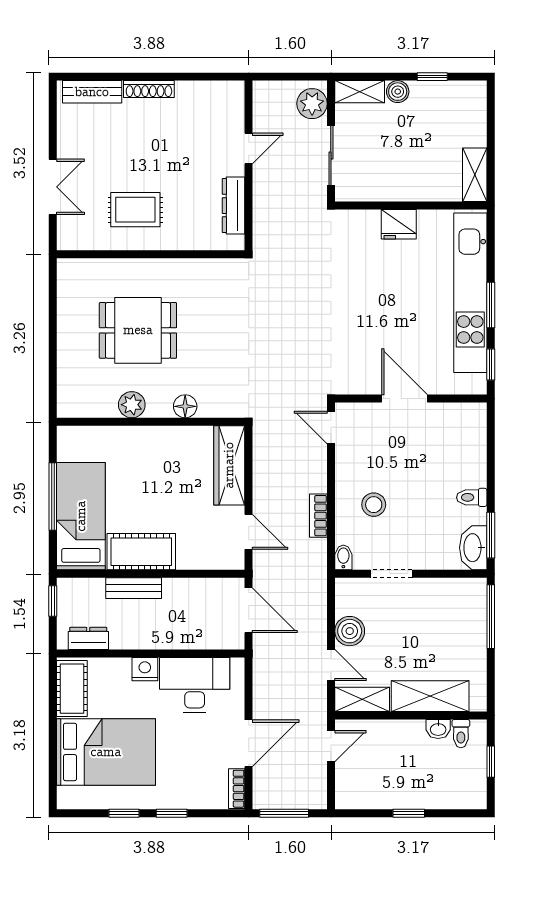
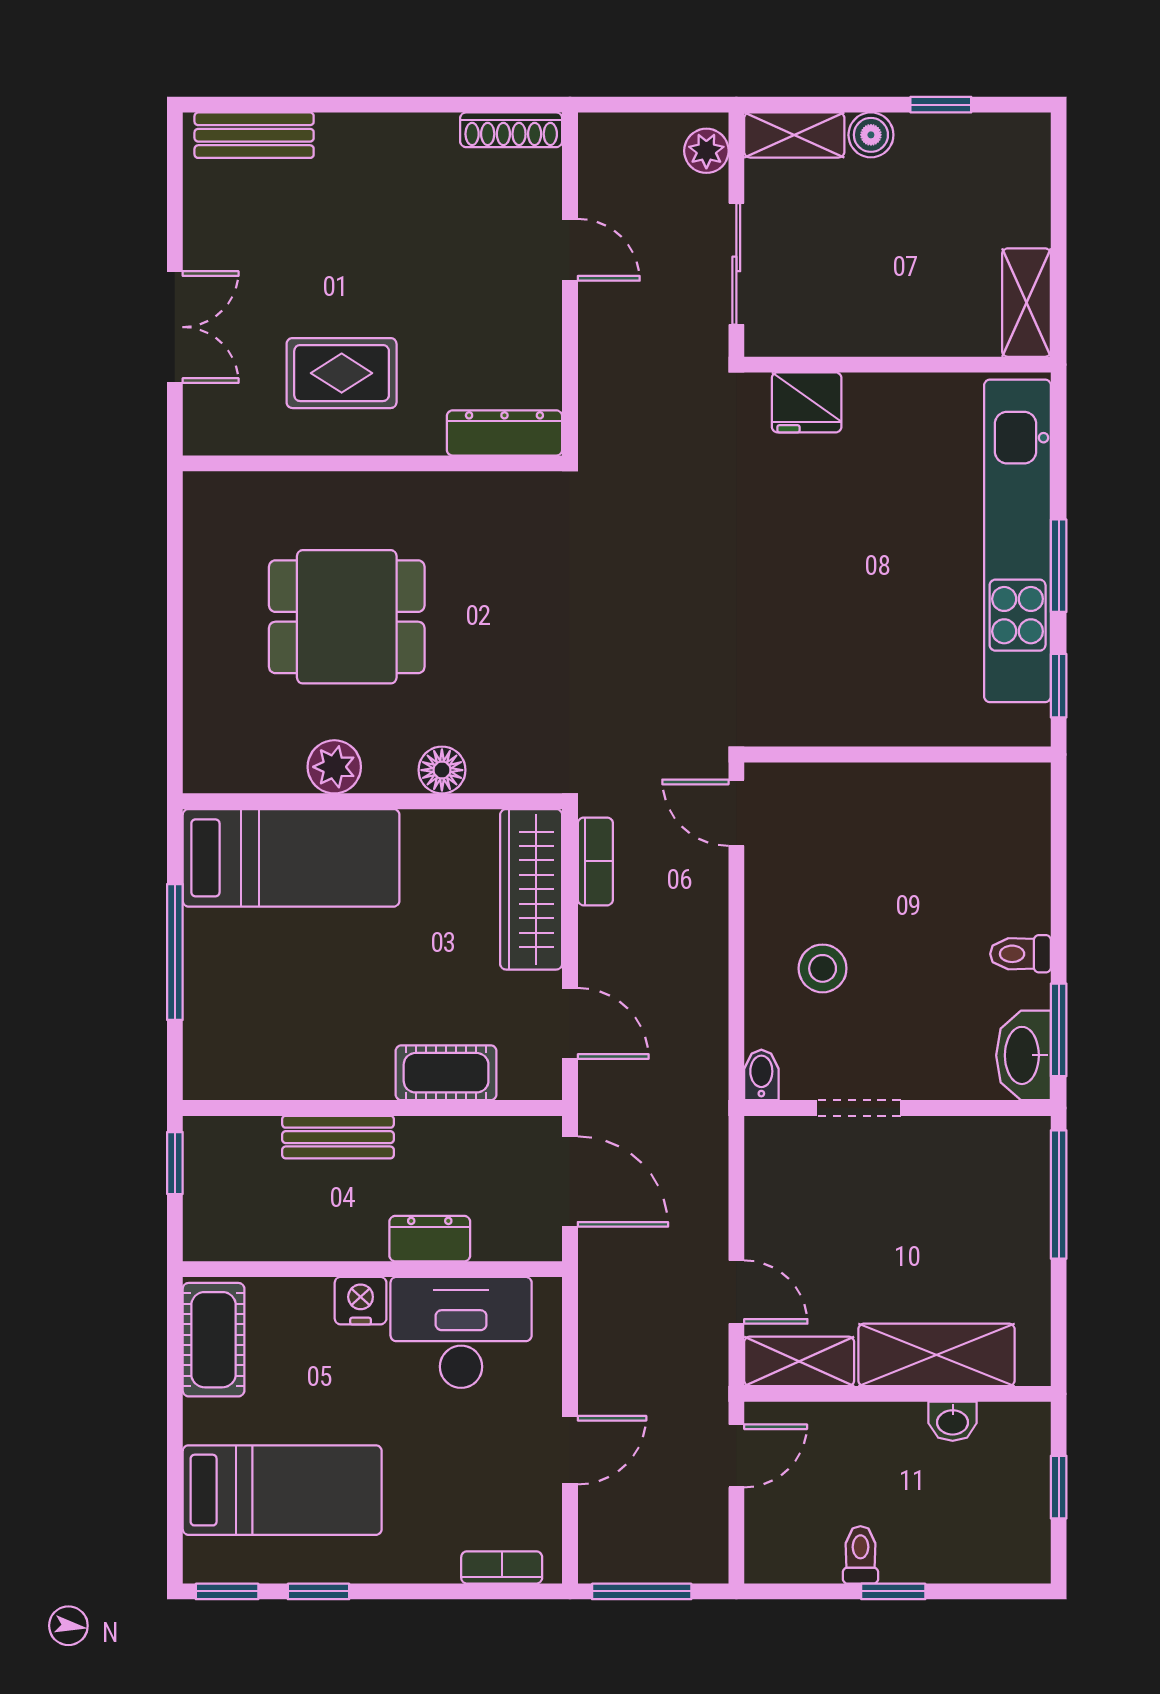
shoe rack: (149, 89) -> (511, 130), moved
plant: (312, 104) -> (706, 151), width x0.73, depth x0.73
door: (249, 149) -> (570, 250), hinge flipped
dresser: (234, 206) -> (504, 433), moved, turned 90
fridge: (399, 224) -> (807, 402), moved
door: (405, 399) -> (885, 754), removed
bed: (81, 516) -> (291, 858), moved, turned 90
bookcase: (318, 516) -> (595, 861), moved, turned 180
cot: (141, 552) -> (446, 1073), moved, width x0.73, depth x0.75
boiler: (350, 631) -> (774, 1224), removed
dresser: (88, 638) -> (430, 1239), moved
toilet: (461, 734) -> (860, 1555), moved, turned 180
door: (249, 743) -> (570, 1450), width x0.73
bed: (106, 752) -> (282, 1490), width x0.67
bookcase: (237, 789) -> (502, 1567), moved, turned 90
window: (172, 813) -> (227, 1591), moved

